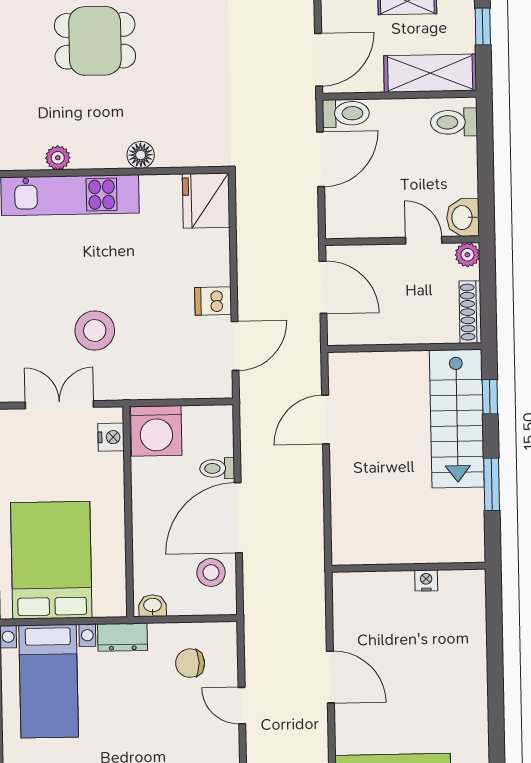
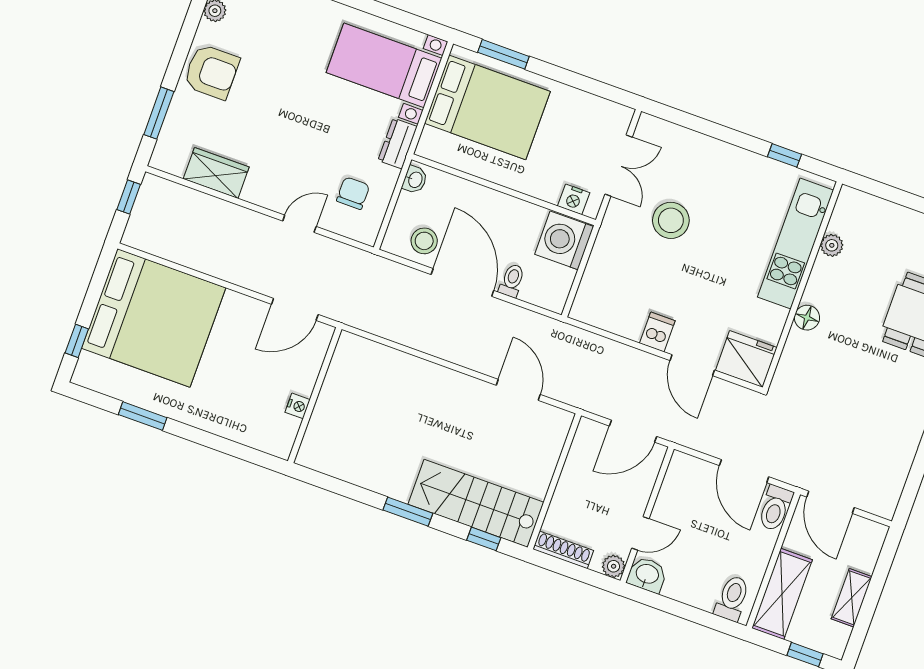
door: (235, 346) -> (692, 365), moved
wall: (409, 567) -> (315, 395), moved
nightstand: (426, 580) -> (298, 406), moved

